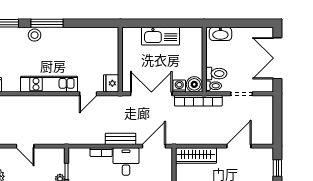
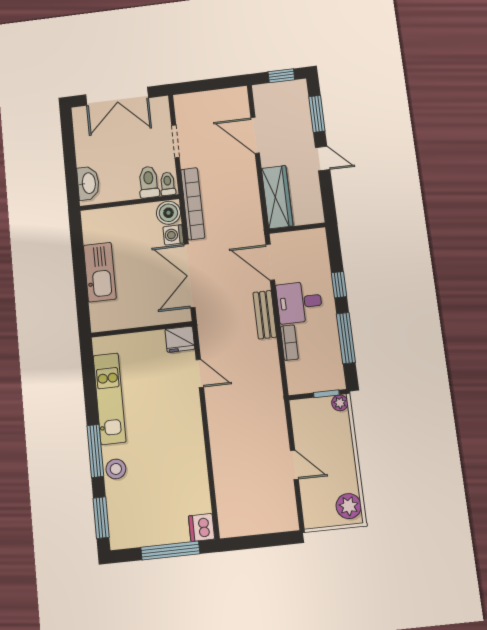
kitchen unit: (49, 84) -> (110, 399), moved, turned 180
door: (25, 146) -> (294, 465), hinge flipped

